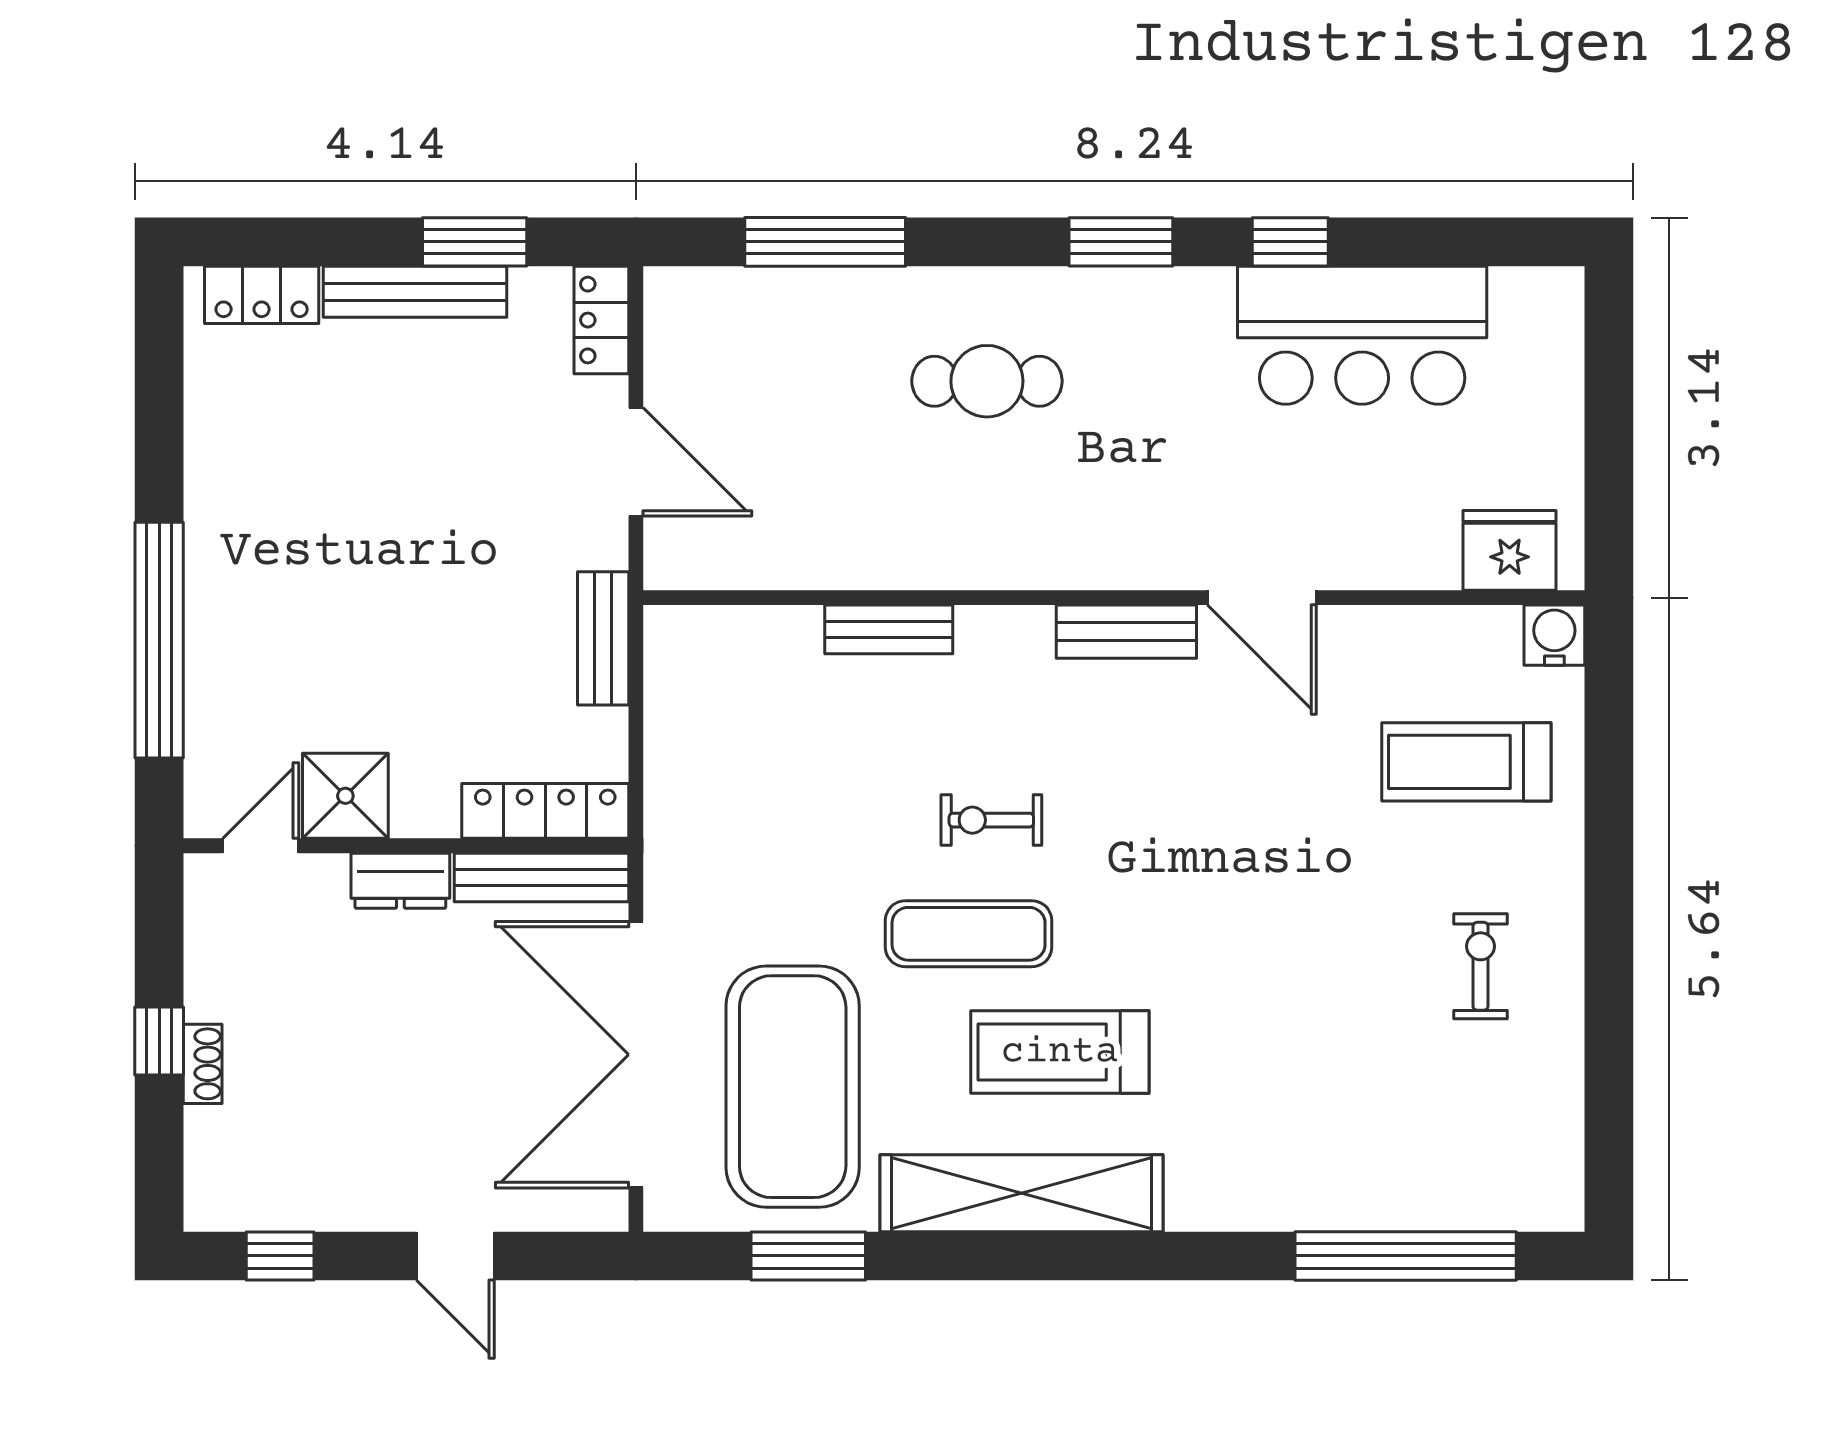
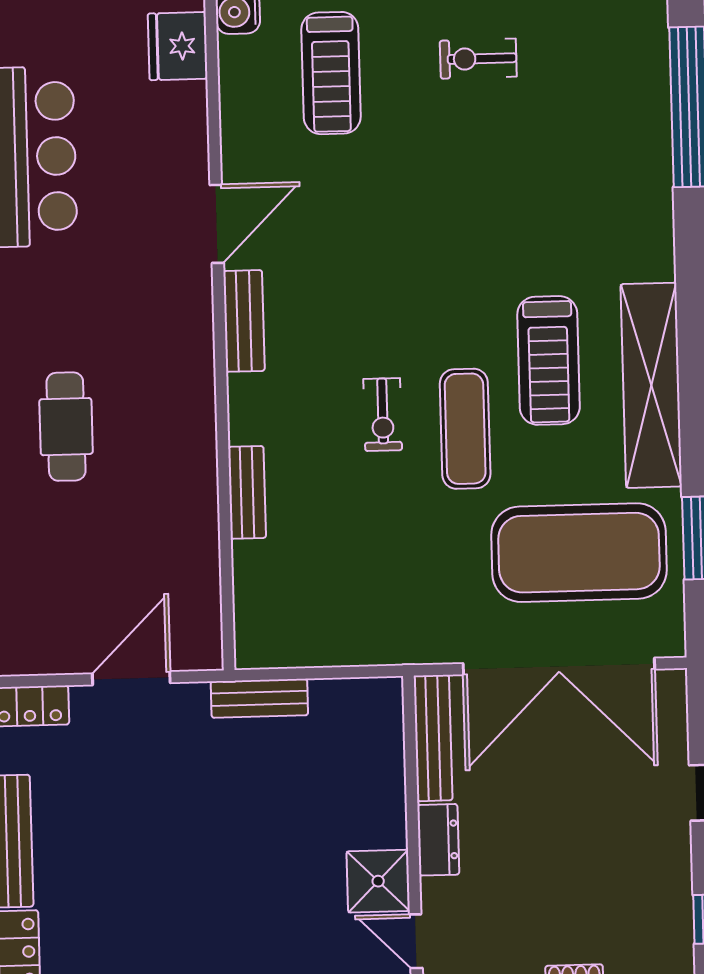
locker: (545, 811) -> (385, 737), removed

